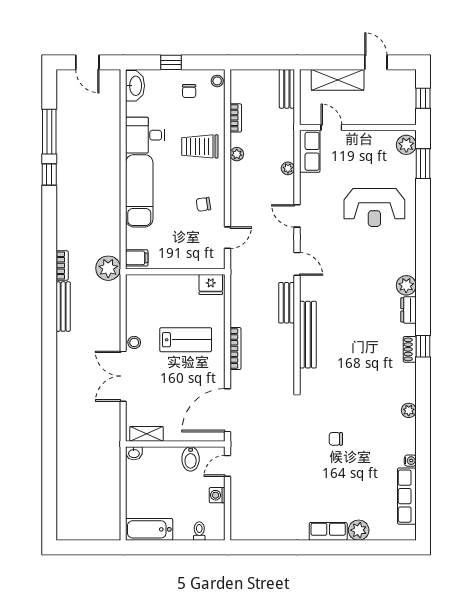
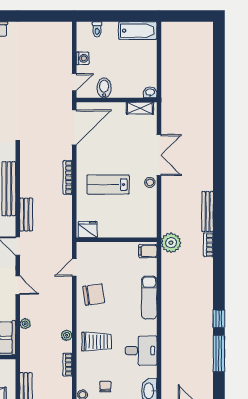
exam couch: (139, 191) -> (149, 298), width x0.73, depth x0.69
chair: (203, 204) -> (94, 295), width x1.87, depth x1.87

